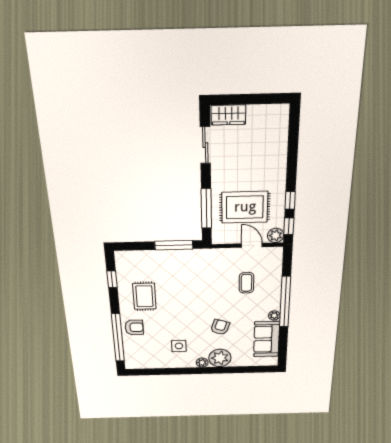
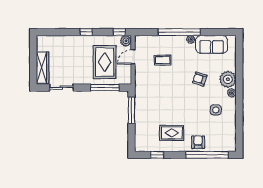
wardrobe: (228, 115) -> (43, 68), width x1.50
window: (290, 200) -> (86, 32), moved

